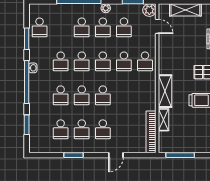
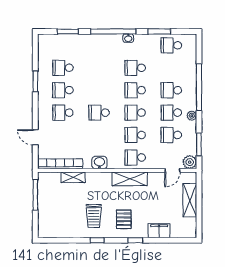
shelving: (165, 91) -> (130, 179), moved
school desk: (61, 95) -> (99, 68), removed
school desk: (82, 95) -> (99, 90), removed
washbasin: (150, 95) -> (99, 163), added
door: (116, 155) -> (35, 137), moved

